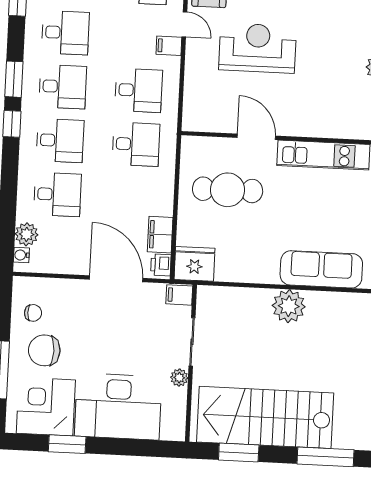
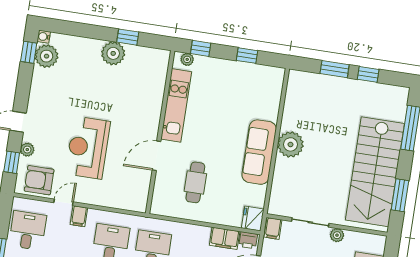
cafe table: (228, 190) -> (195, 182), width x0.73, depth x0.74
fridge: (195, 264) -> (253, 219), width x0.73, depth x0.75
sofa: (321, 269) -> (259, 152), moved

